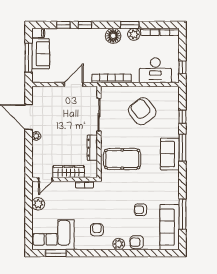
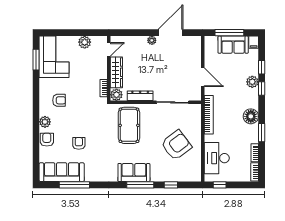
plant: (134, 34) -> (252, 82), moved
plant: (91, 172) -> (116, 95), added
door: (45, 179) -> (109, 49), swing flipped

